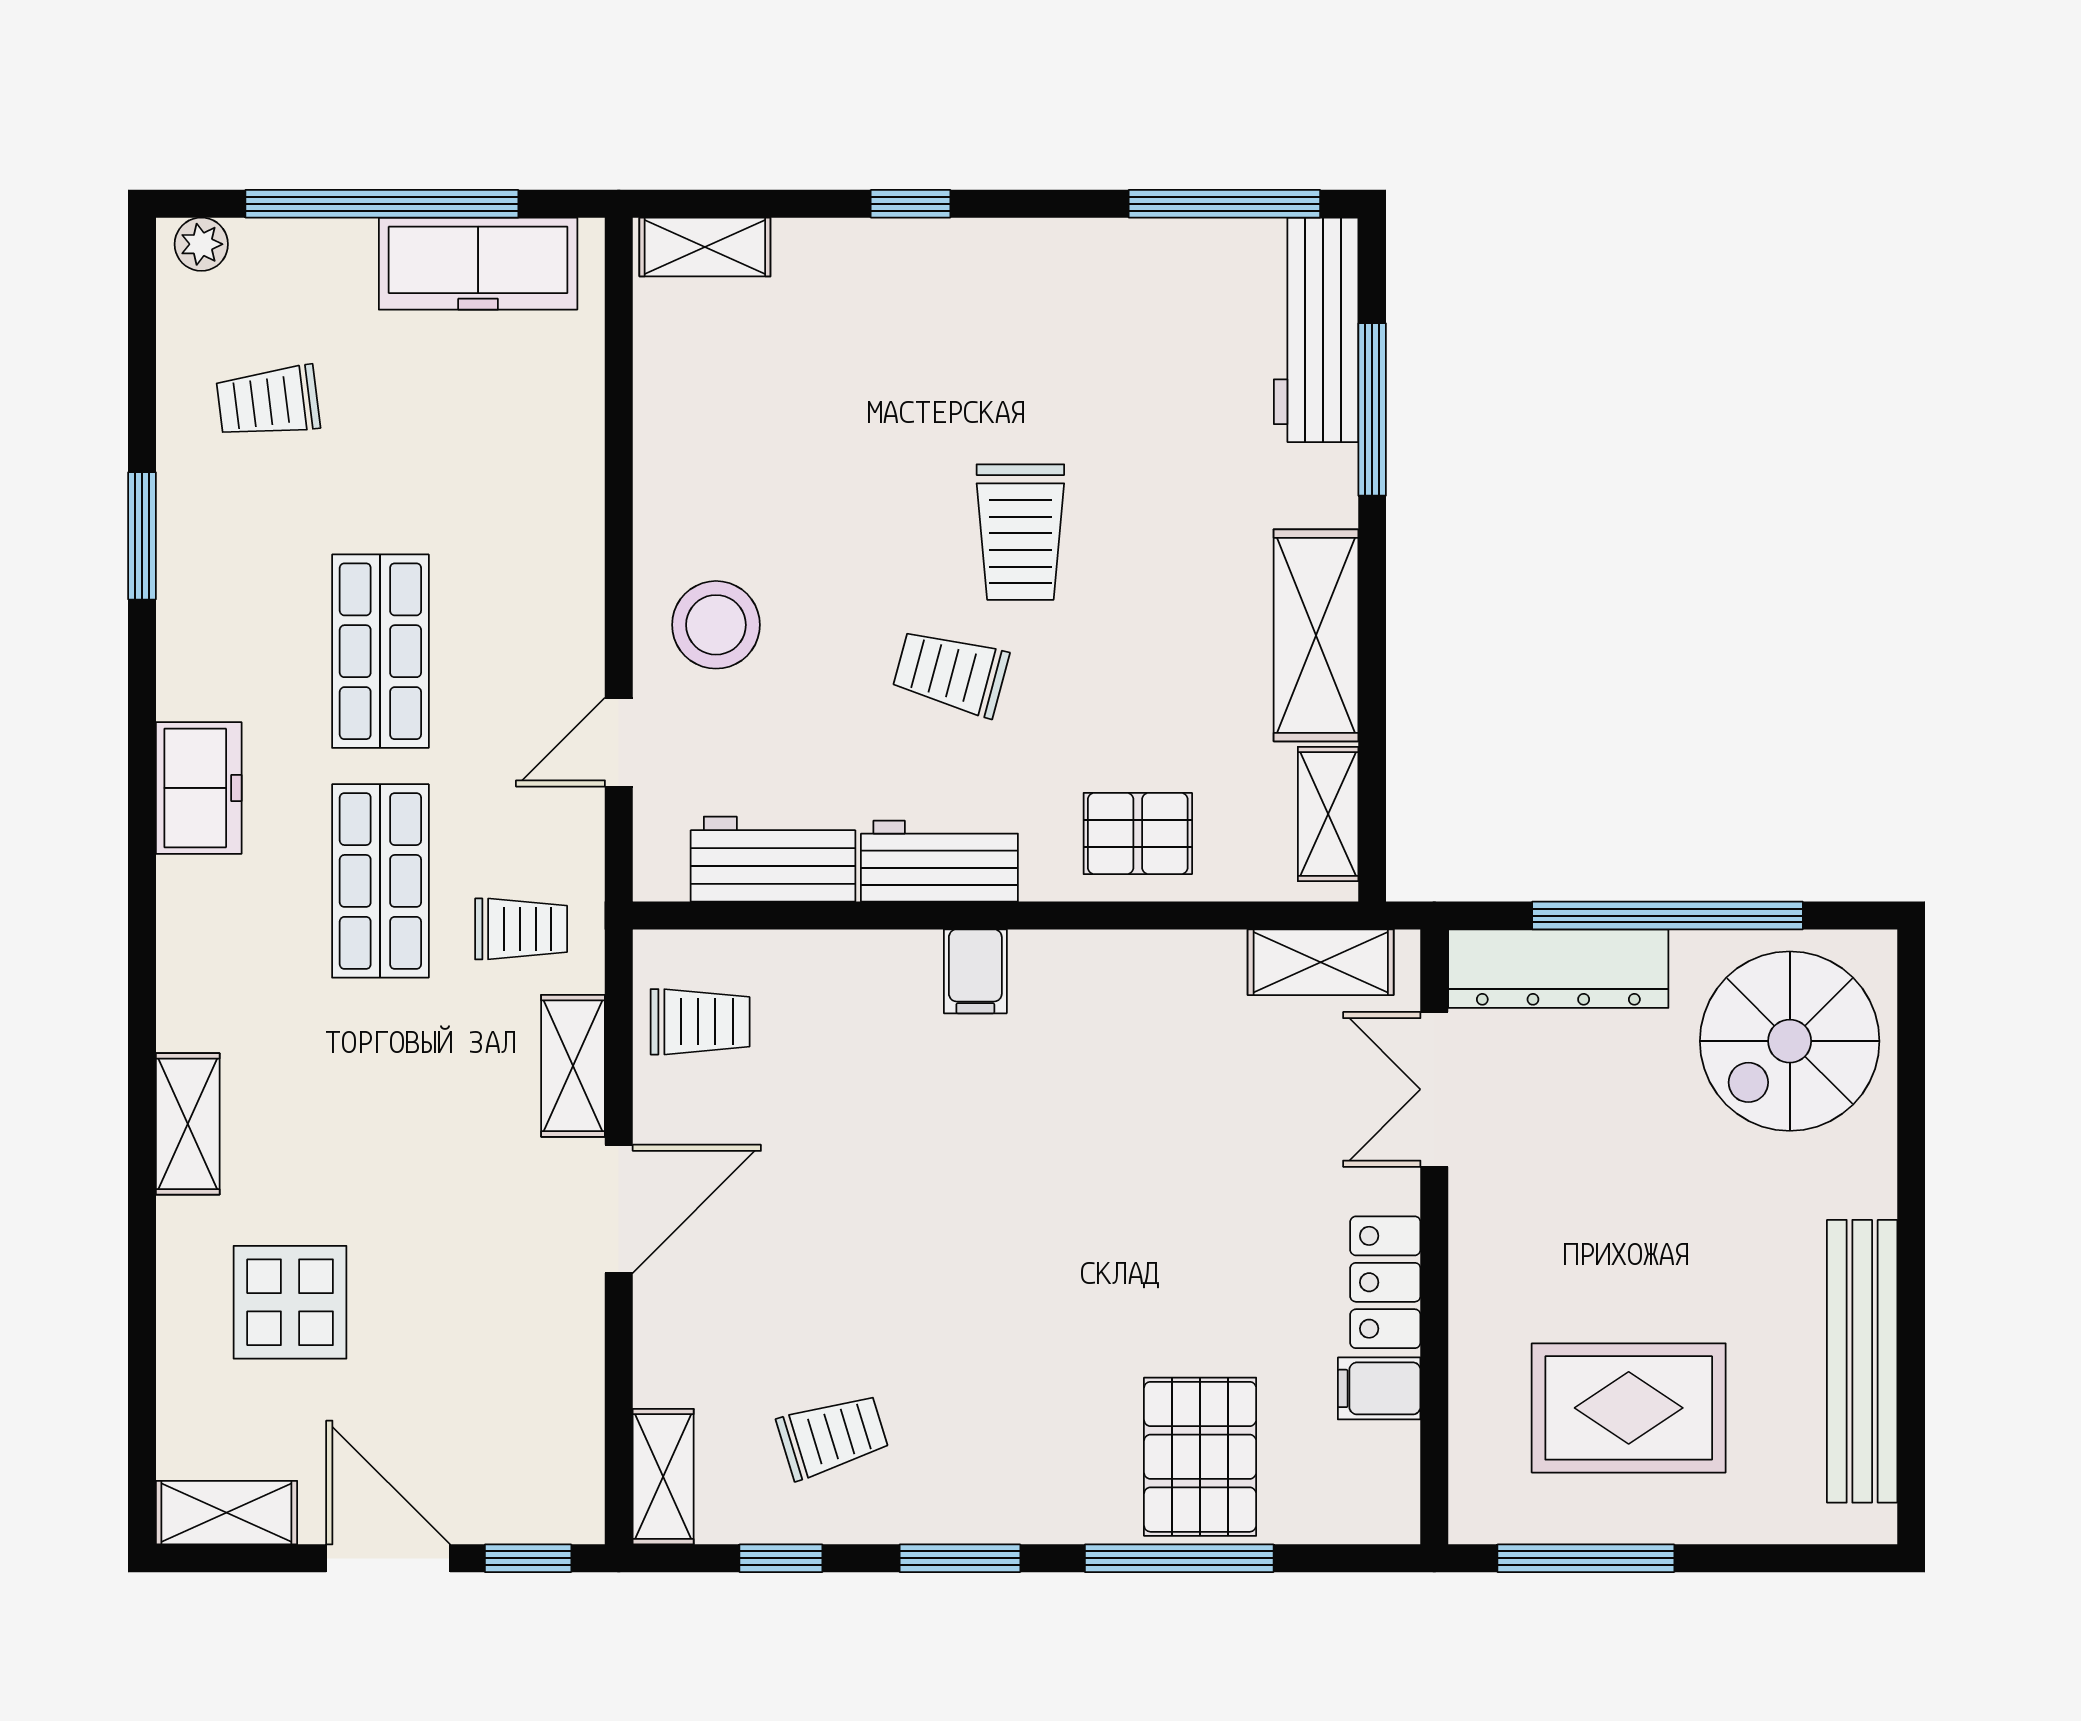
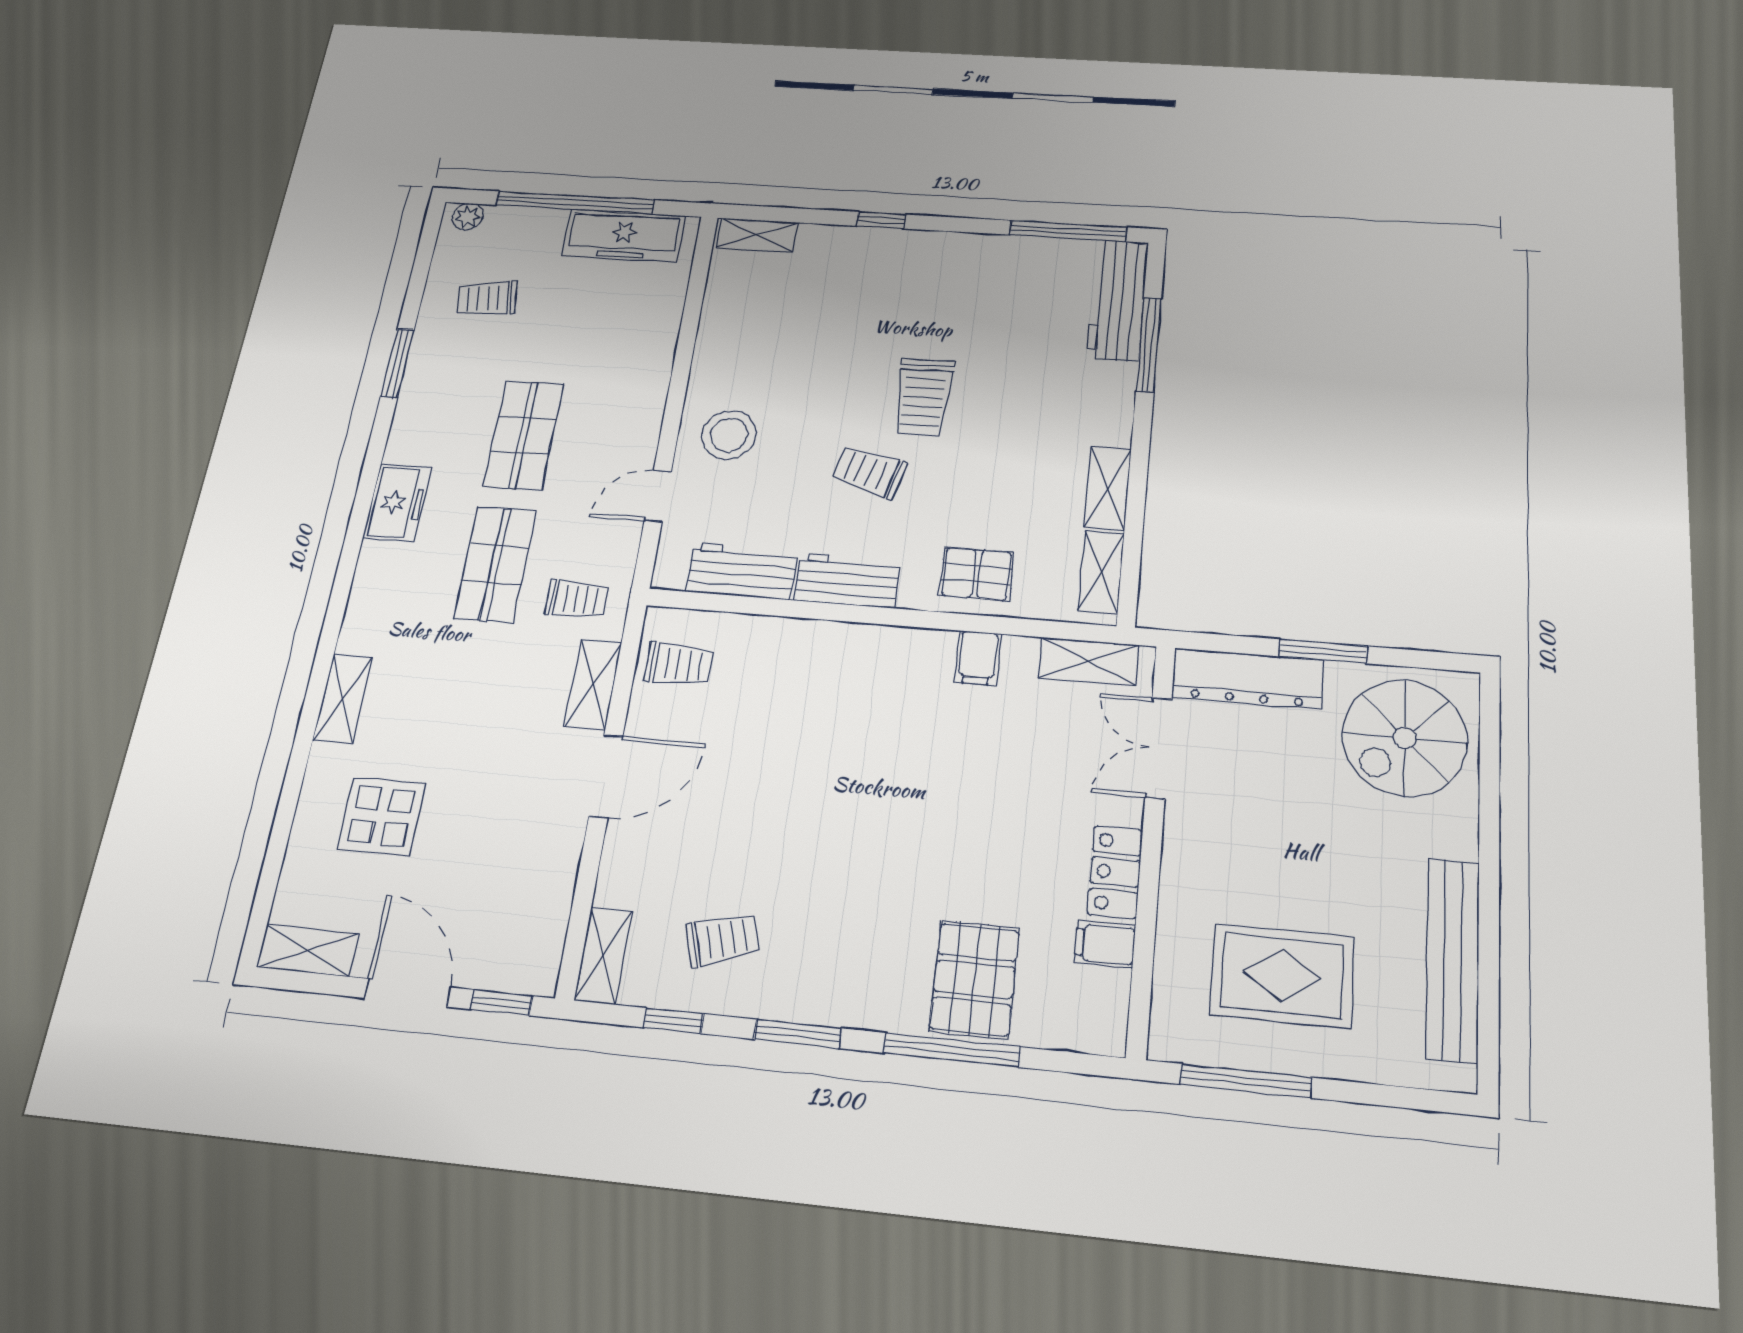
shelving: (1316, 635) -> (1108, 488), width x0.67, depth x0.75
window: (1667, 916) -> (1323, 651), width x0.47
filing cabinet: (975, 971) -> (978, 658), moved

